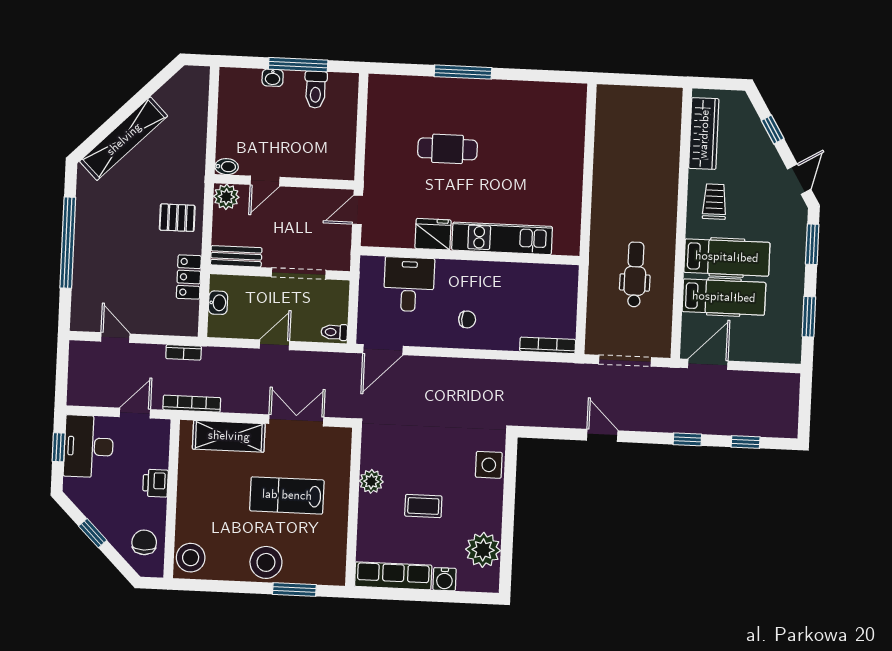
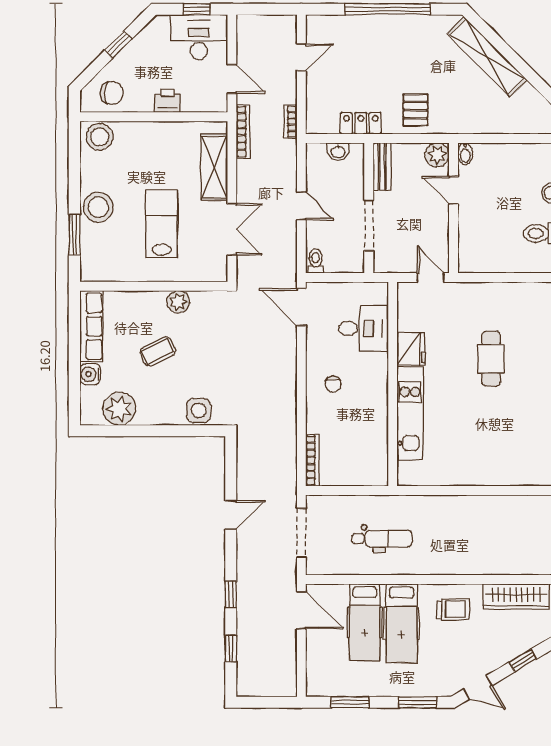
coffee table: (423, 506) -> (158, 351), turned 64

